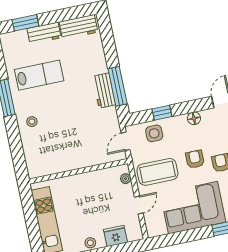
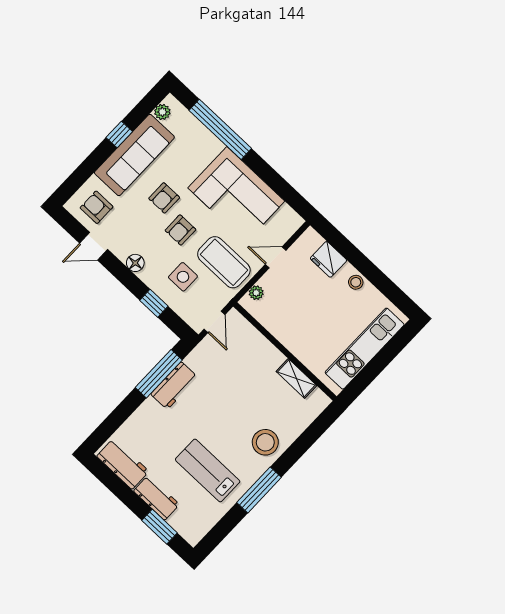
stool: (32, 122) -> (265, 442), width x1.89, depth x1.89
side table: (154, 133) -> (183, 277), moved
door: (125, 141) -> (214, 322), hinge flipped
shelving: (57, 167) -> (296, 379), added

